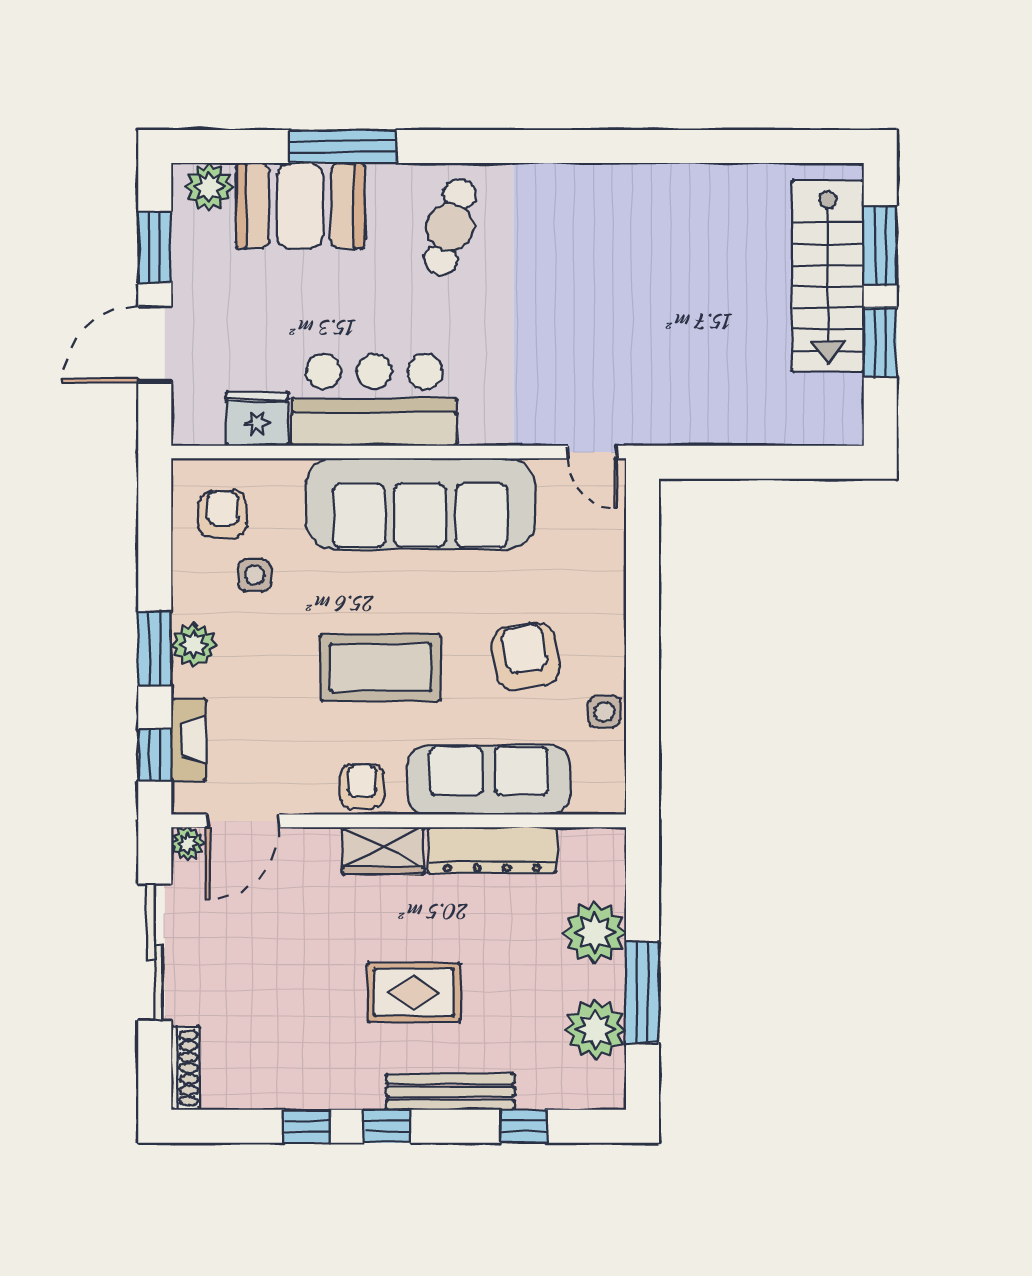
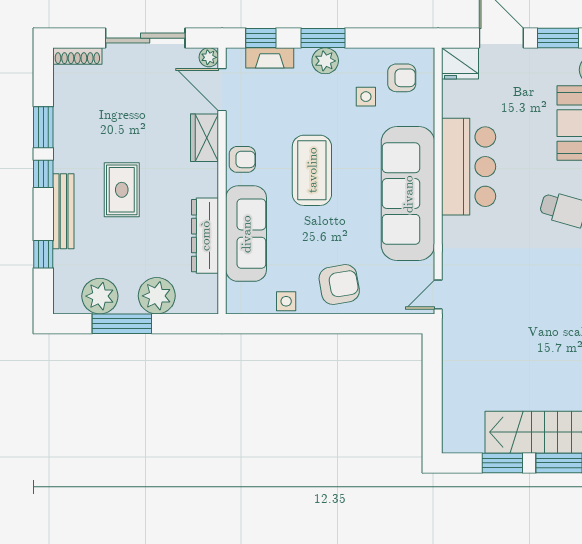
fridge: (257, 419) -> (460, 63), moved, turned 90
armchair: (526, 656) -> (339, 285), moved
wardrobe: (383, 851) -> (205, 138), moved
window: (307, 1126) -> (43, 127), width x1.50

